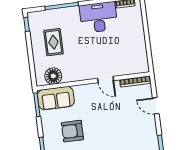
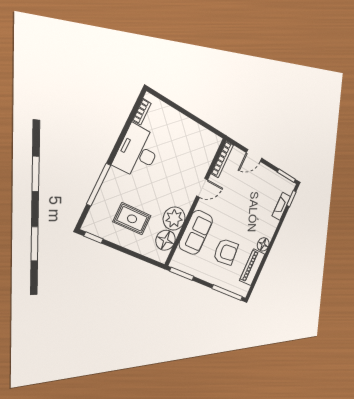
plant: (72, 72) -> (174, 218), added
sofa: (56, 98) -> (196, 232), moved
armchair: (72, 131) -> (226, 252), turned -95

